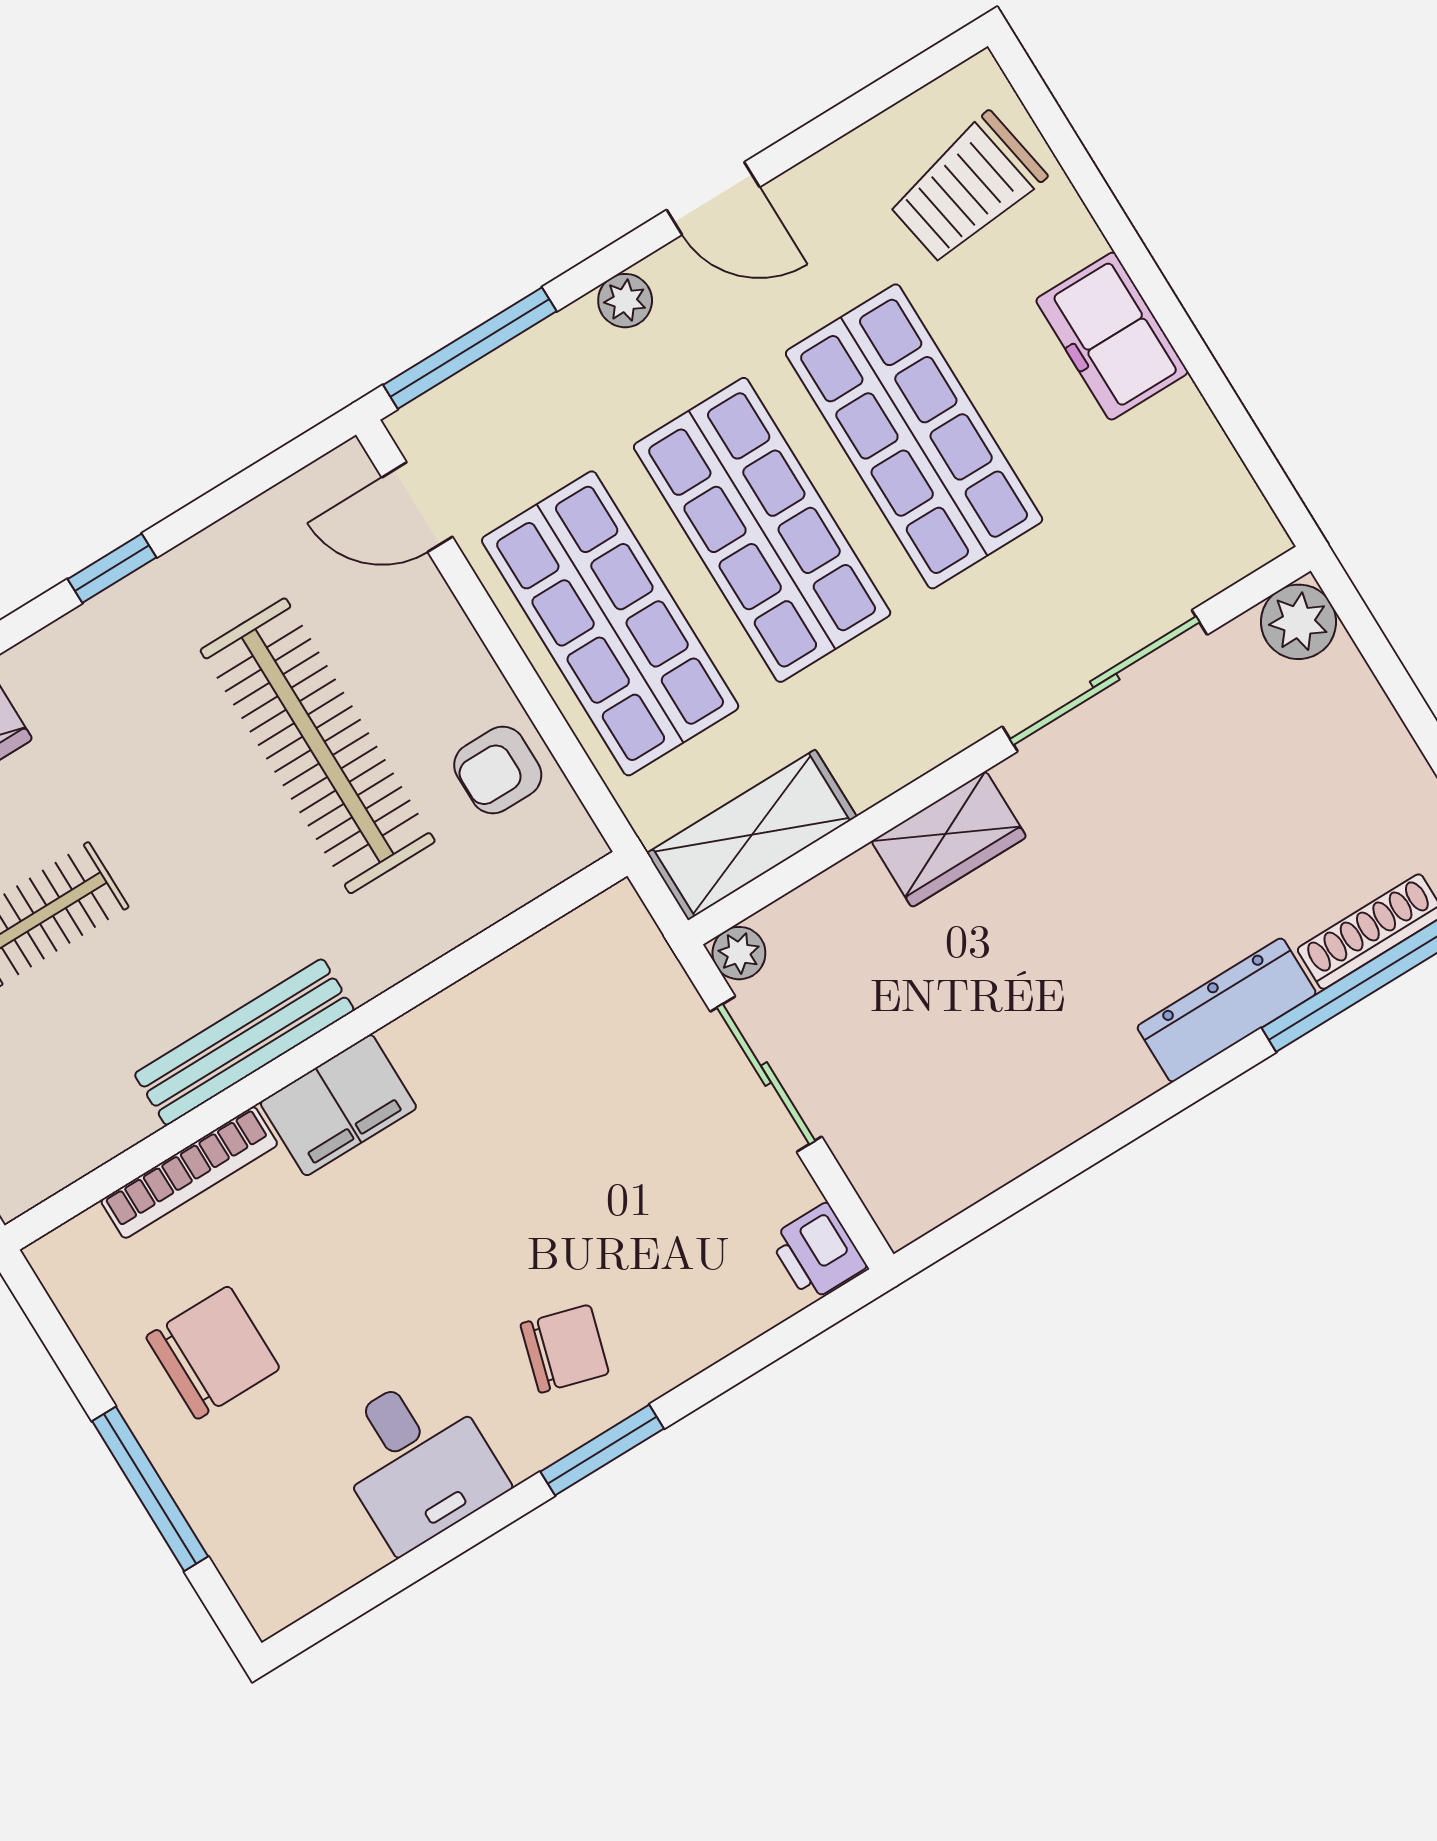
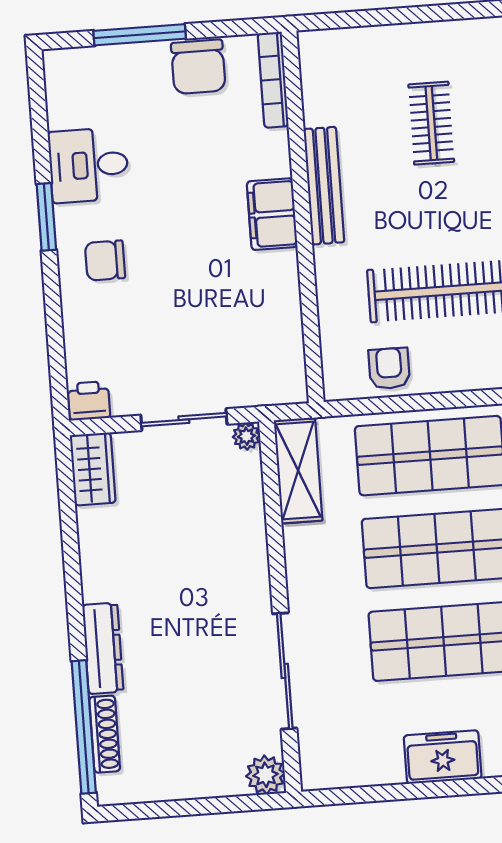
wardrobe: (949, 839) -> (93, 469), moved, turned 180
bookcase: (189, 1173) -> (273, 80), moved
chair: (565, 1349) -> (105, 260), turned 74
chair: (213, 1353) -> (198, 67), moved
window: (602, 1450) -> (46, 217), moved

